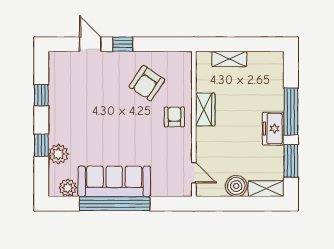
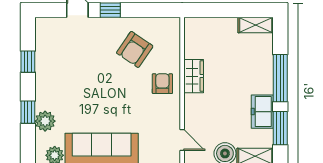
shelving: (229, 59) -> (256, 25), moved
freezer: (273, 129) -> (262, 112), moved

